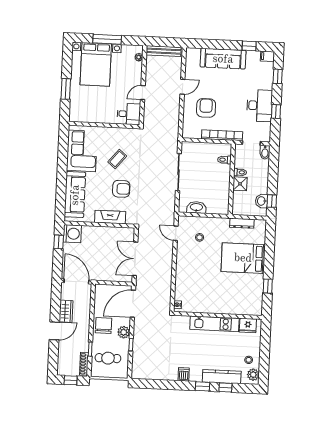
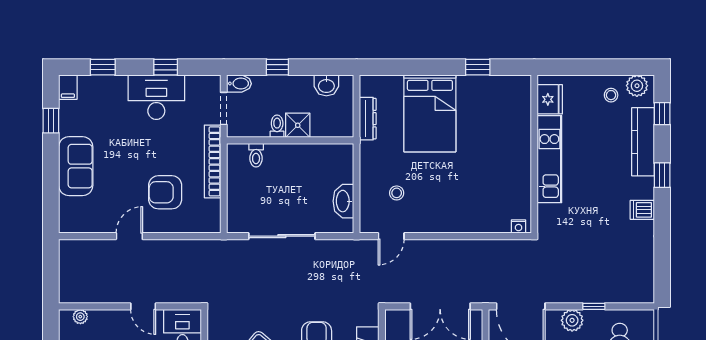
bench: (164, 51) -> (67, 273), removed
sofa: (223, 59) -> (76, 166), width x0.73
door: (182, 87) -> (129, 236), hinge flipped
window: (272, 201) -> (277, 67), moved
window: (225, 387) -> (662, 114), moved

